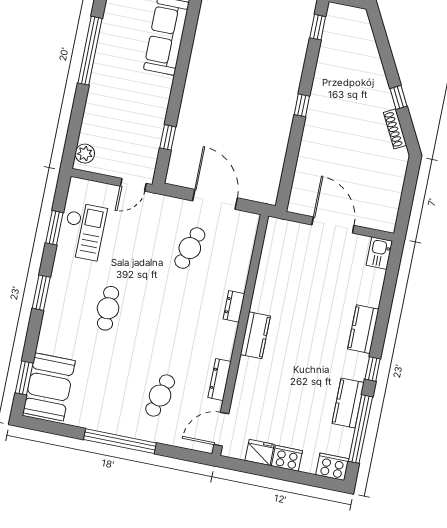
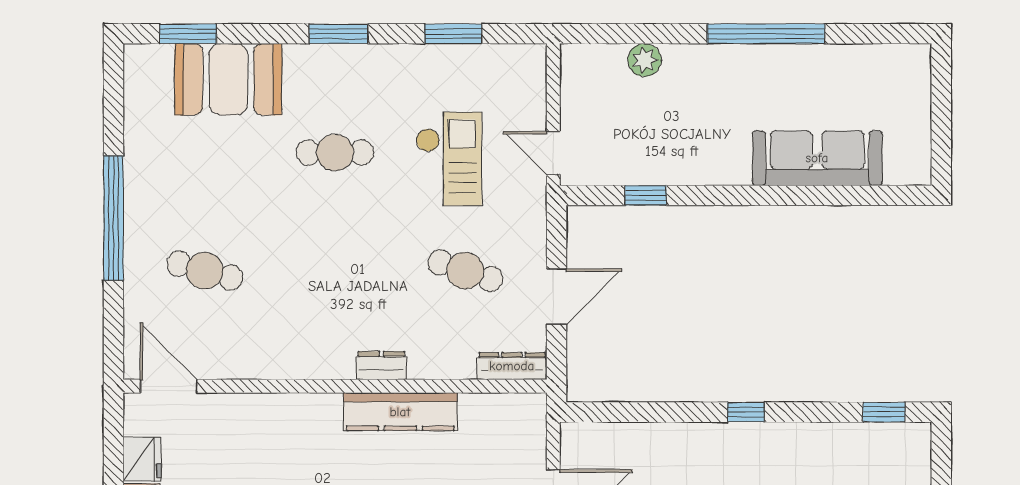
plant: (85, 154) -> (645, 60), moved
door: (215, 199) -> (556, 297), width x0.73
checkout: (84, 231) -> (449, 159), moved, turned -90
kitchen counter: (255, 335) -> (400, 412), moved, width x1.50
dresser: (220, 380) -> (512, 366), moved
booth: (49, 387) -> (228, 79), moved

